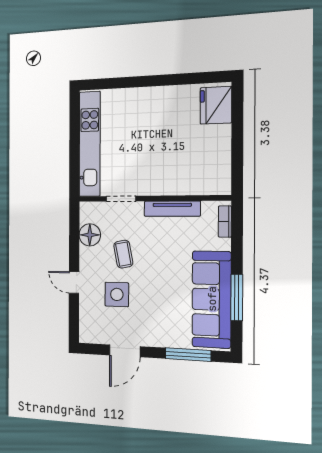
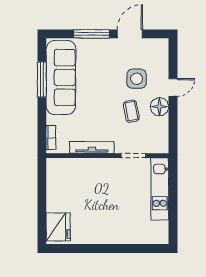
kitchen unit: (90, 144) -> (160, 189), width x0.73
floor lamp: (90, 235) -> (160, 107), moved
door: (74, 283) -> (173, 87), hinge flipped
window: (188, 355) -> (92, 34), moved

